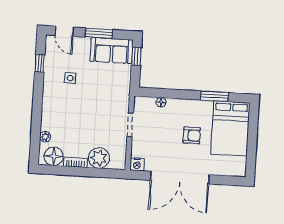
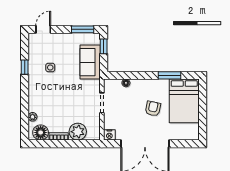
door: (64, 31) -> (43, 29), swing flipped
window: (99, 33) -> (83, 29), moved
sofa: (112, 50) -> (90, 62), moved, turned 90
window: (40, 63) -> (25, 67), moved
armchair: (192, 135) -> (153, 109), turned -78

